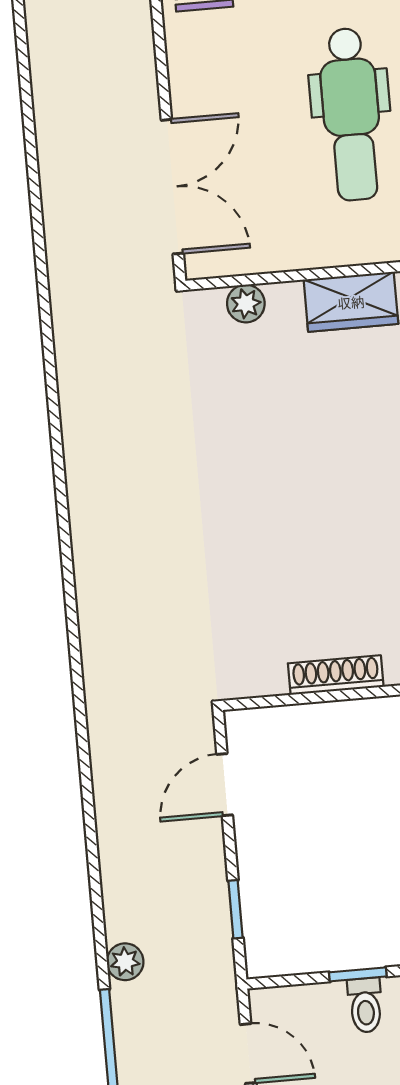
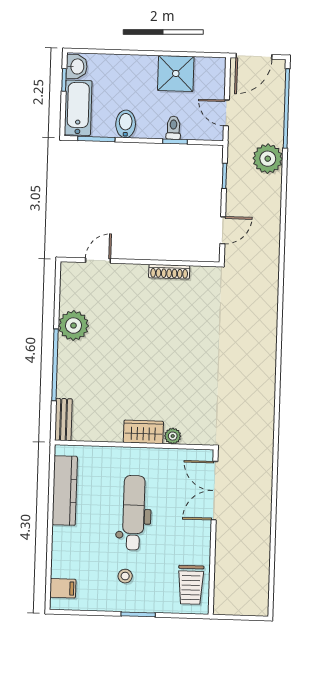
plant: (246, 304) -> (173, 436), moved
plant: (125, 962) -> (268, 159), width x1.88, depth x1.88

